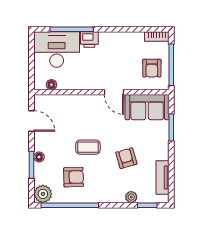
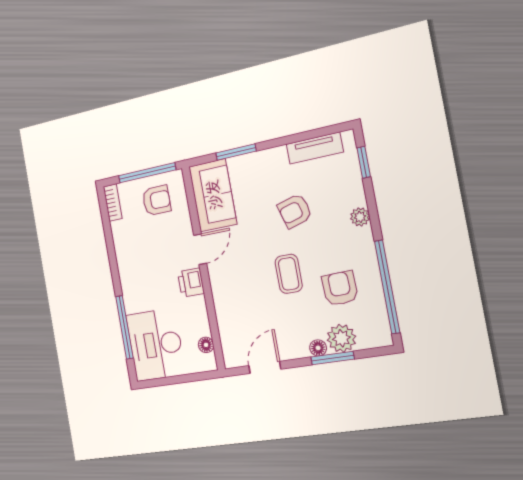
printer: (89, 40) -> (191, 283), moved, turned 180
plant: (43, 194) -> (341, 338), moved
plant: (131, 197) -> (360, 217), moved

